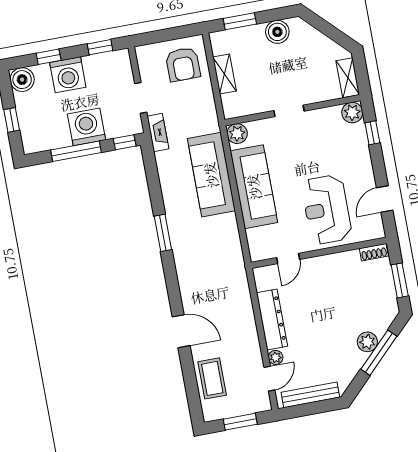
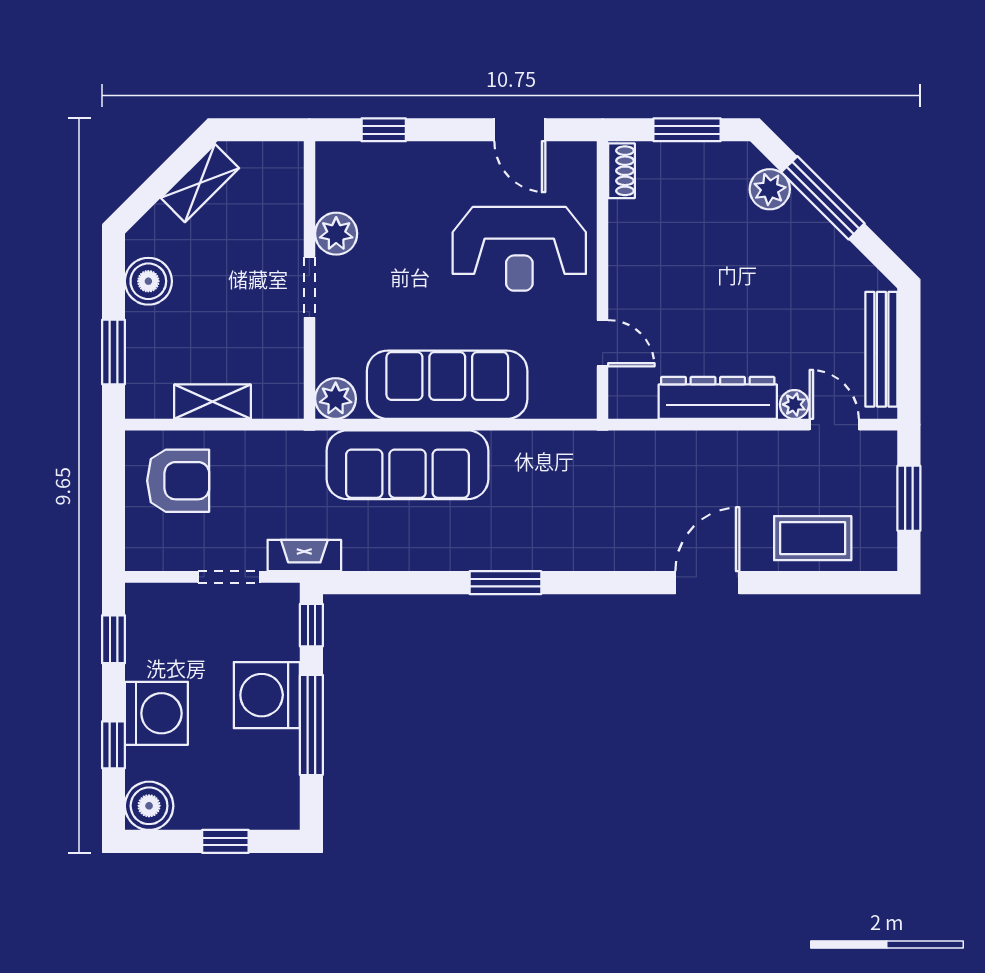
shelving: (348, 78) -> (200, 183), moved, turned -45
plant: (352, 113) -> (336, 234), moved
plant: (367, 342) -> (770, 189), moved

